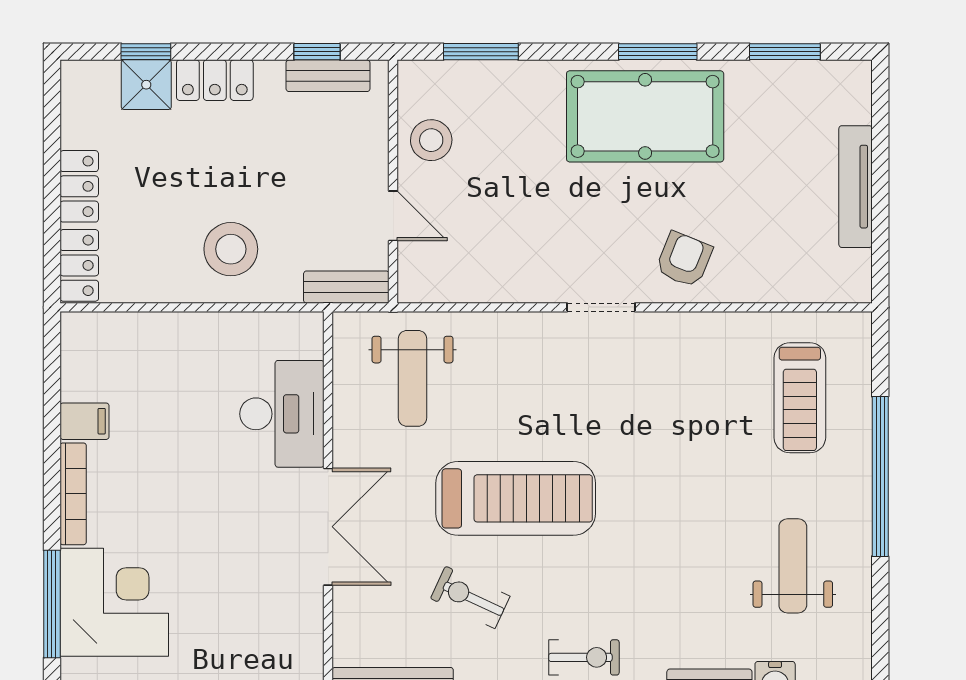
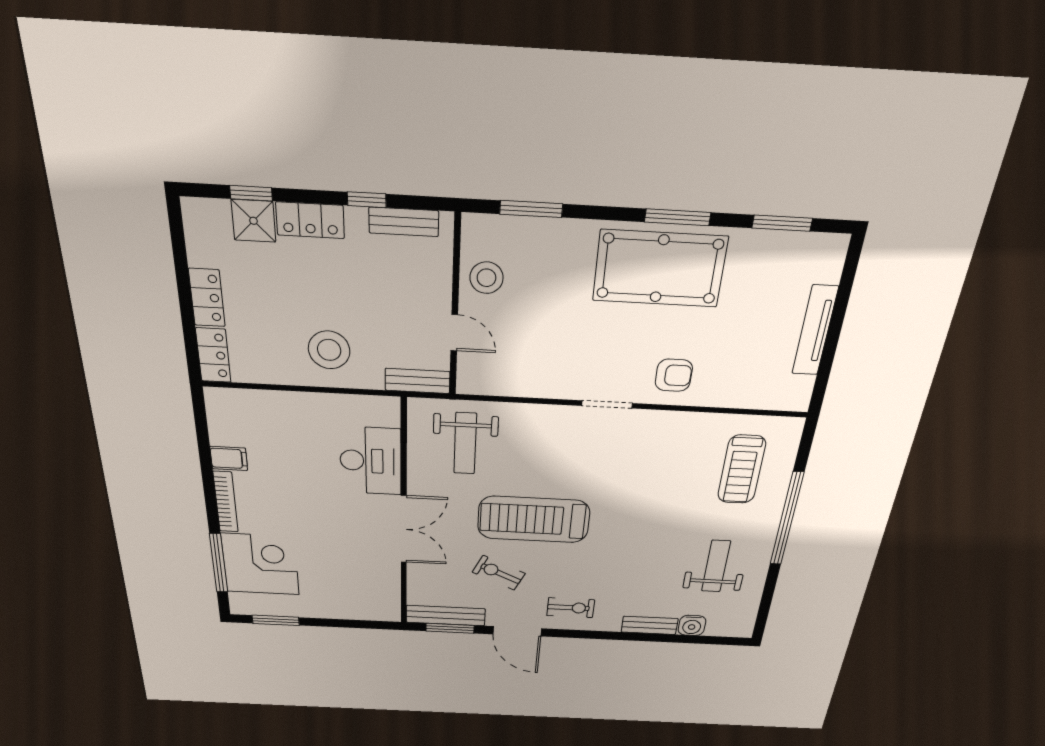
window: (317, 52) -> (367, 200), moved
armchair: (684, 259) -> (674, 375), turned 68
treadmill: (516, 498) -> (534, 519), turned 180

